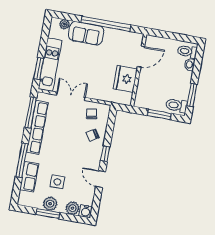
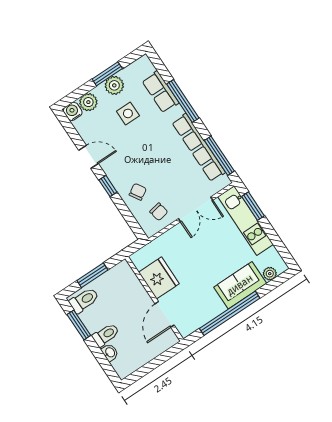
toilet: (187, 51) -> (106, 335), moved

